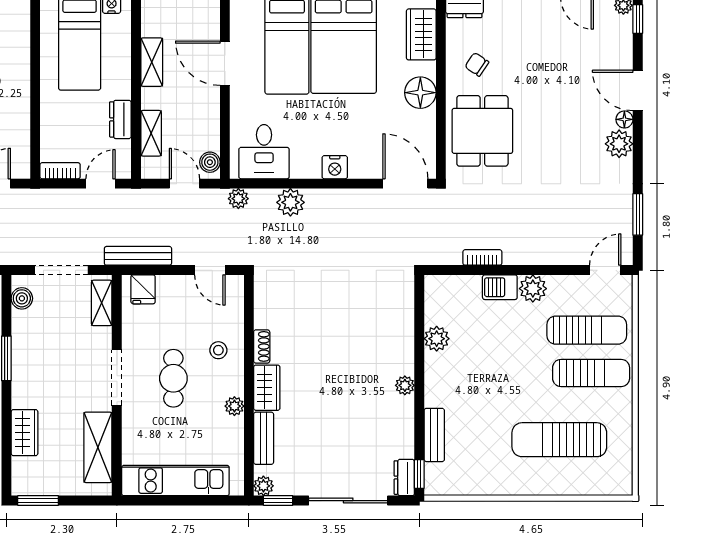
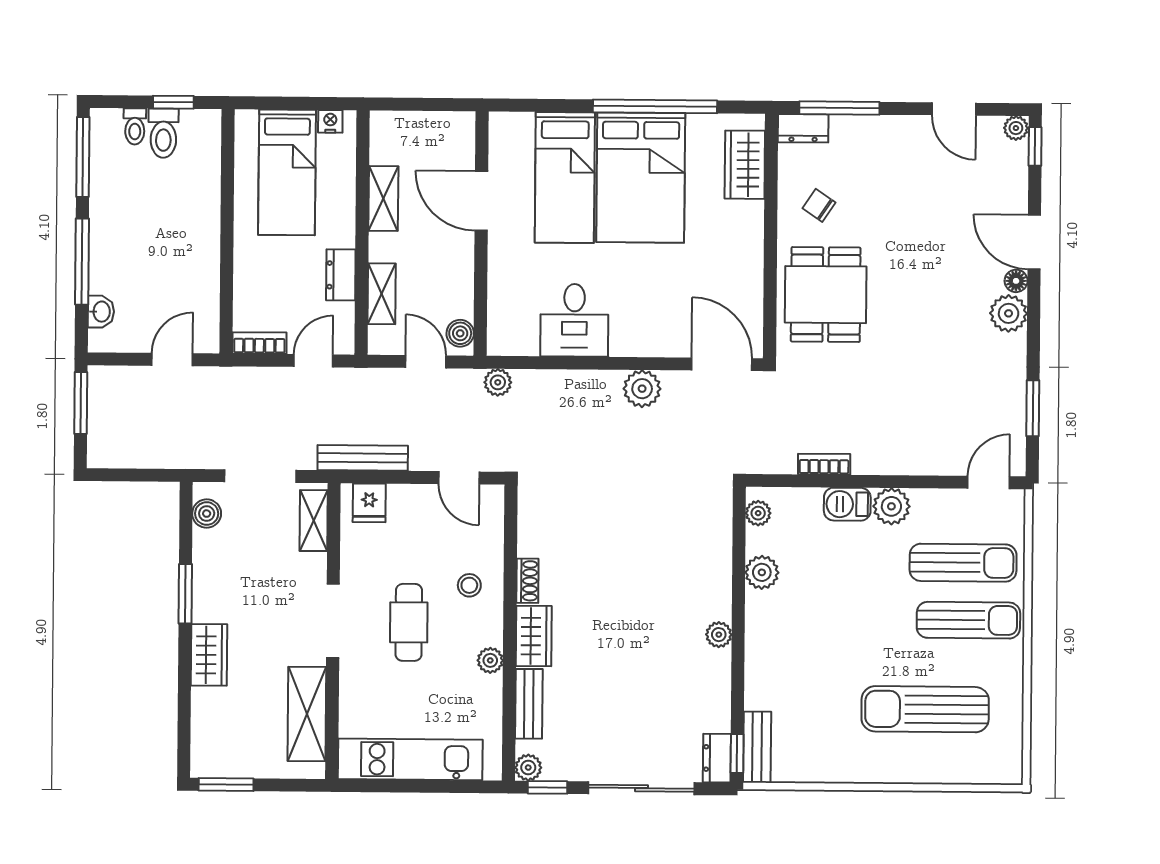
floor lamp: (420, 93) -> (743, 243), removed
desk: (264, 152) -> (574, 320), moved
nightstand: (335, 167) -> (627, 341), removed
plant: (290, 202) -> (642, 389), moved
plant: (433, 294) -> (758, 513), added
wardrobe: (24, 433) -> (209, 655), moved
bench: (434, 435) -> (757, 747), moved

